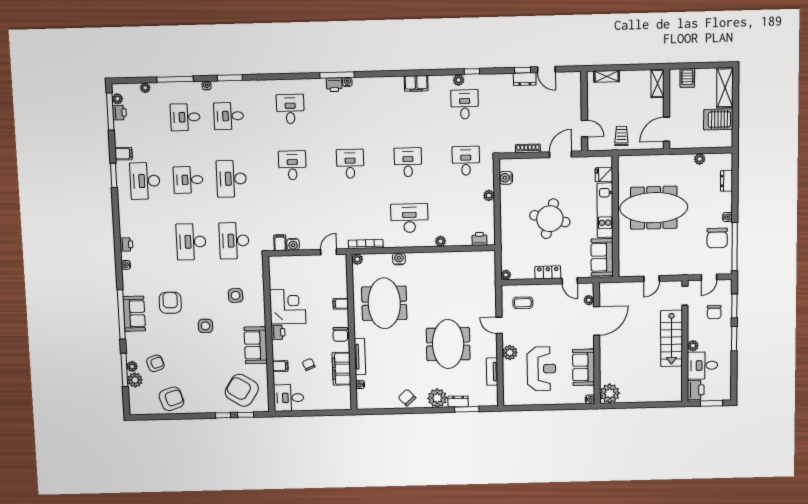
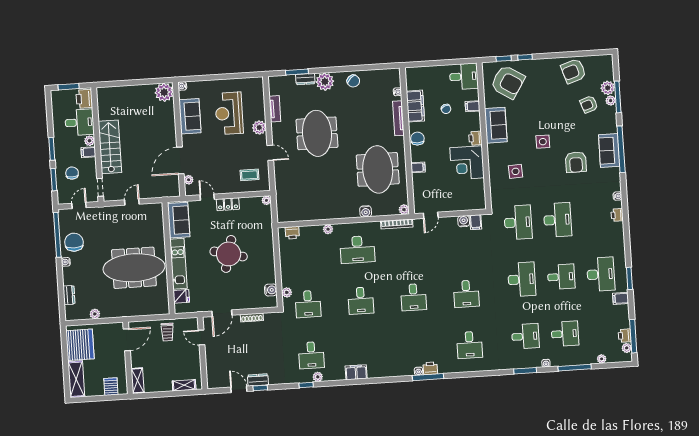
server rack: (718, 120) -> (80, 345), width x1.60
plant: (489, 195) -> (287, 292), moved
filing cabinet: (695, 334) -> (88, 152), added

